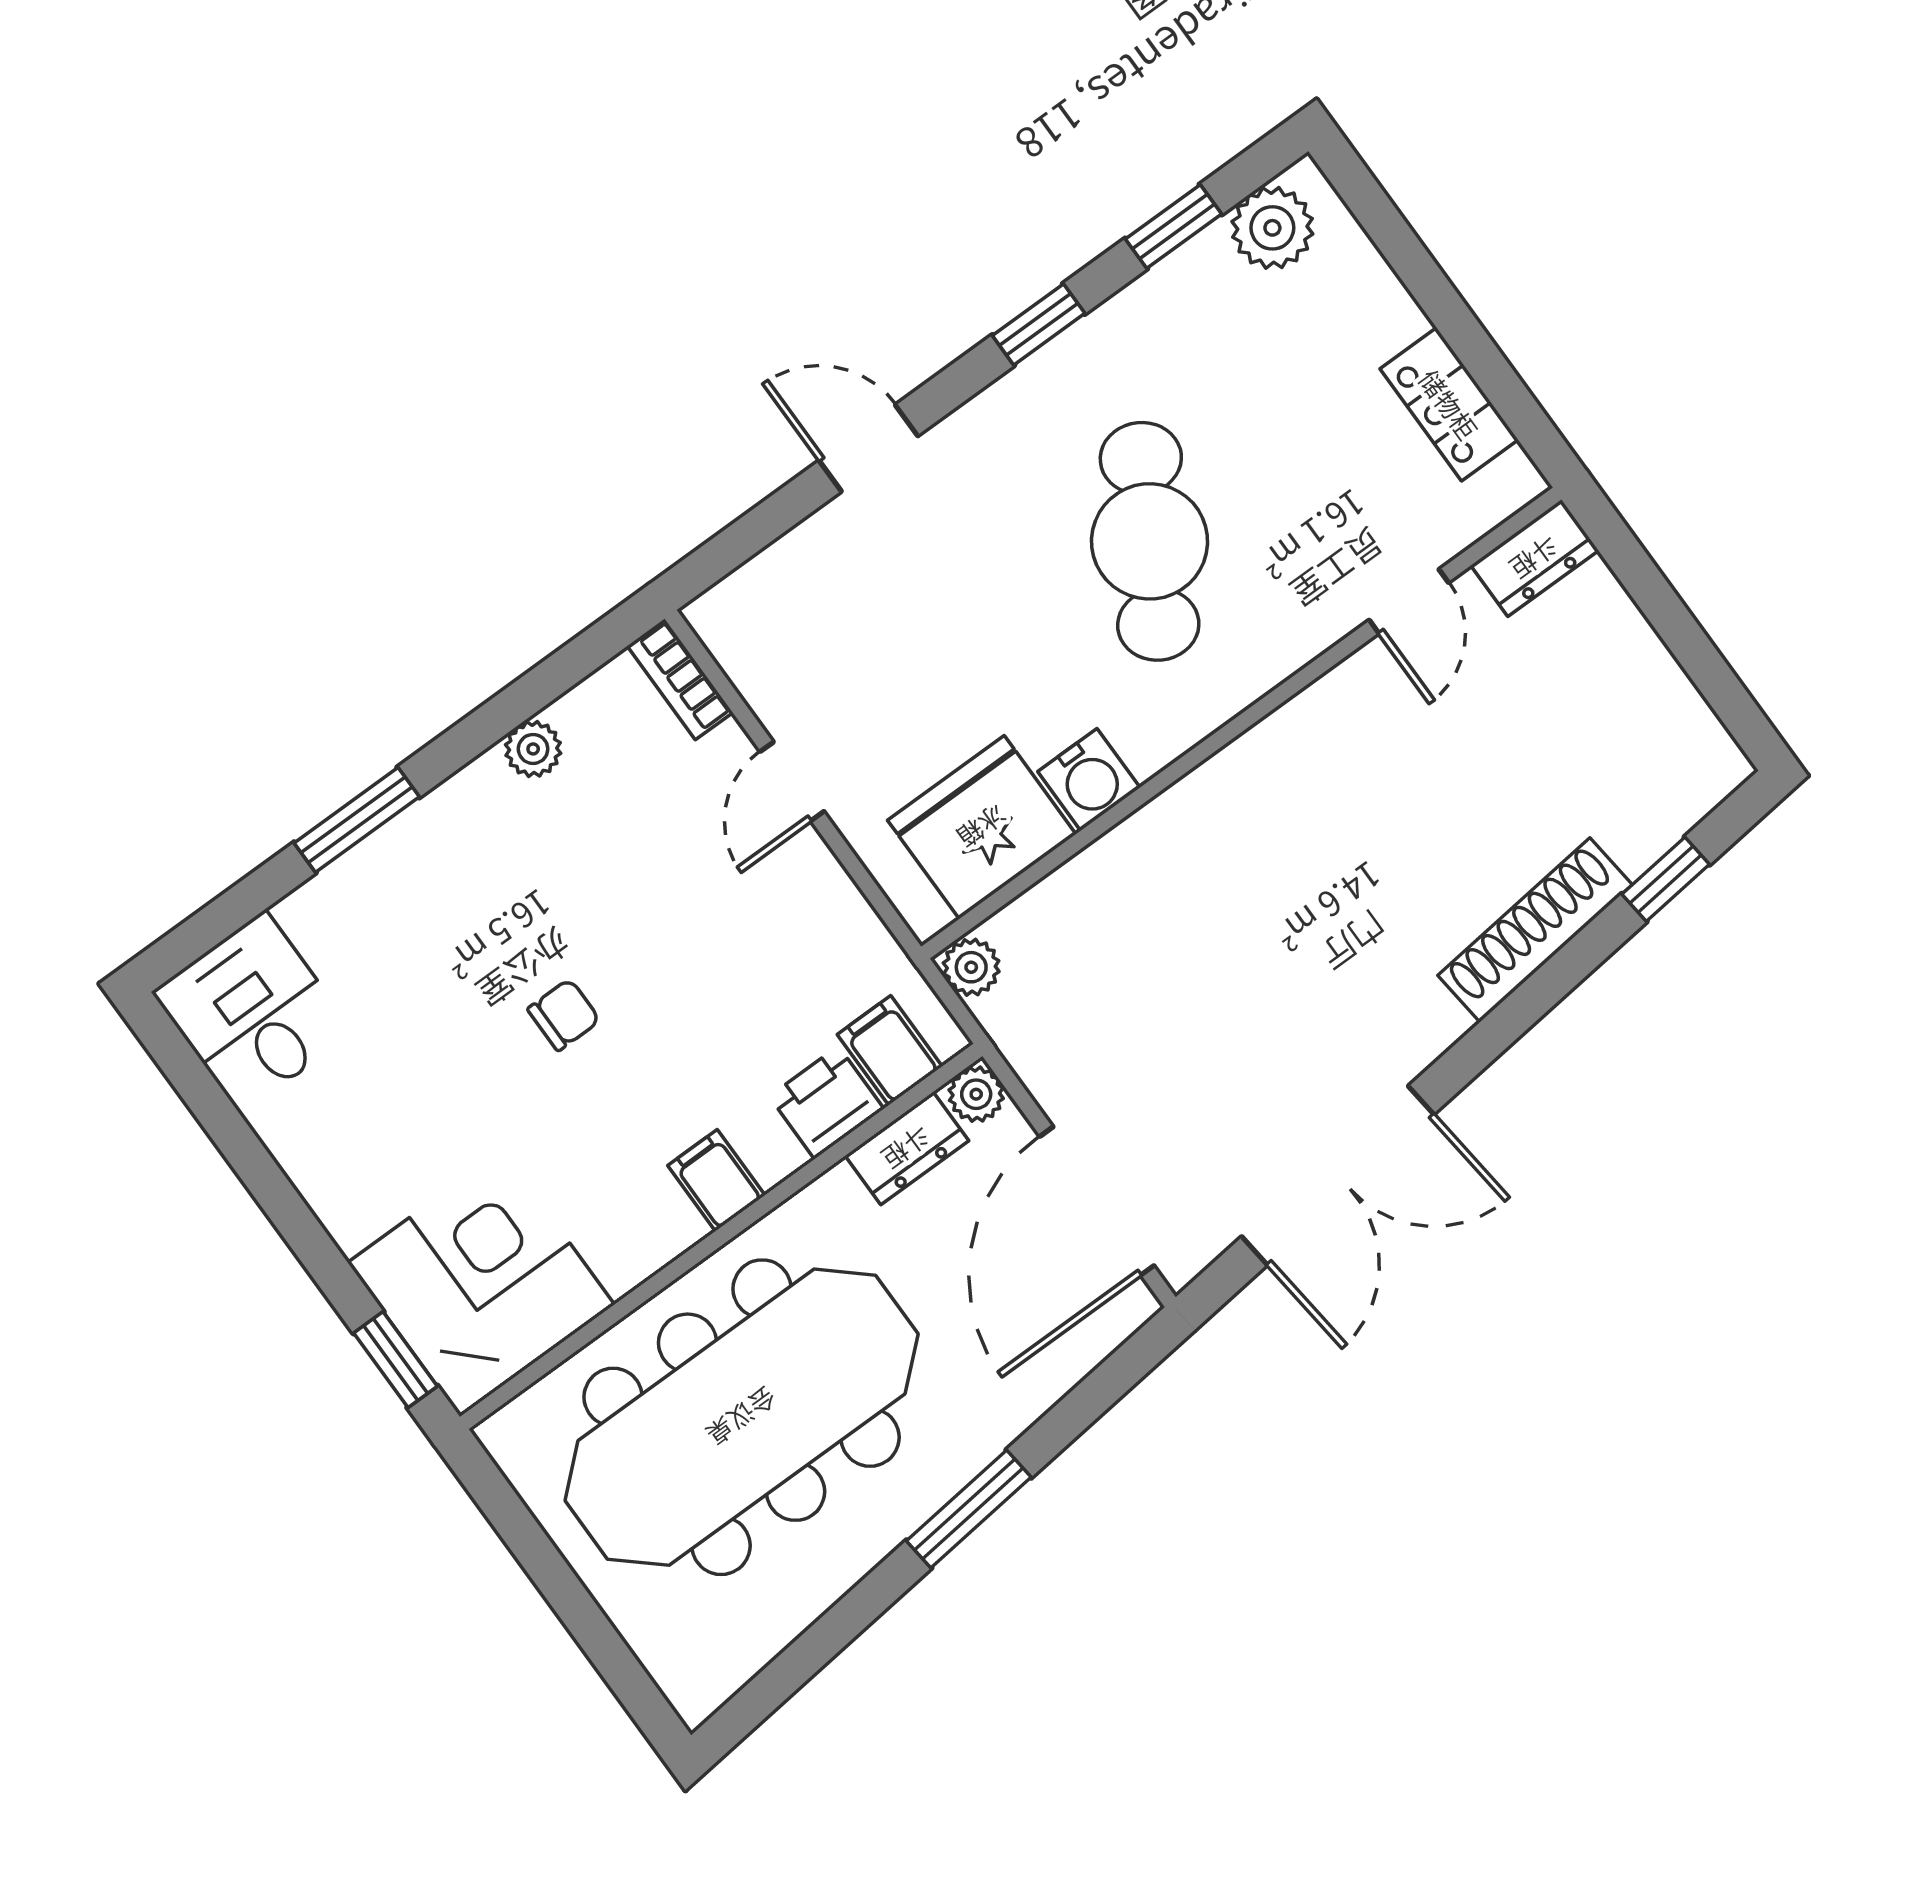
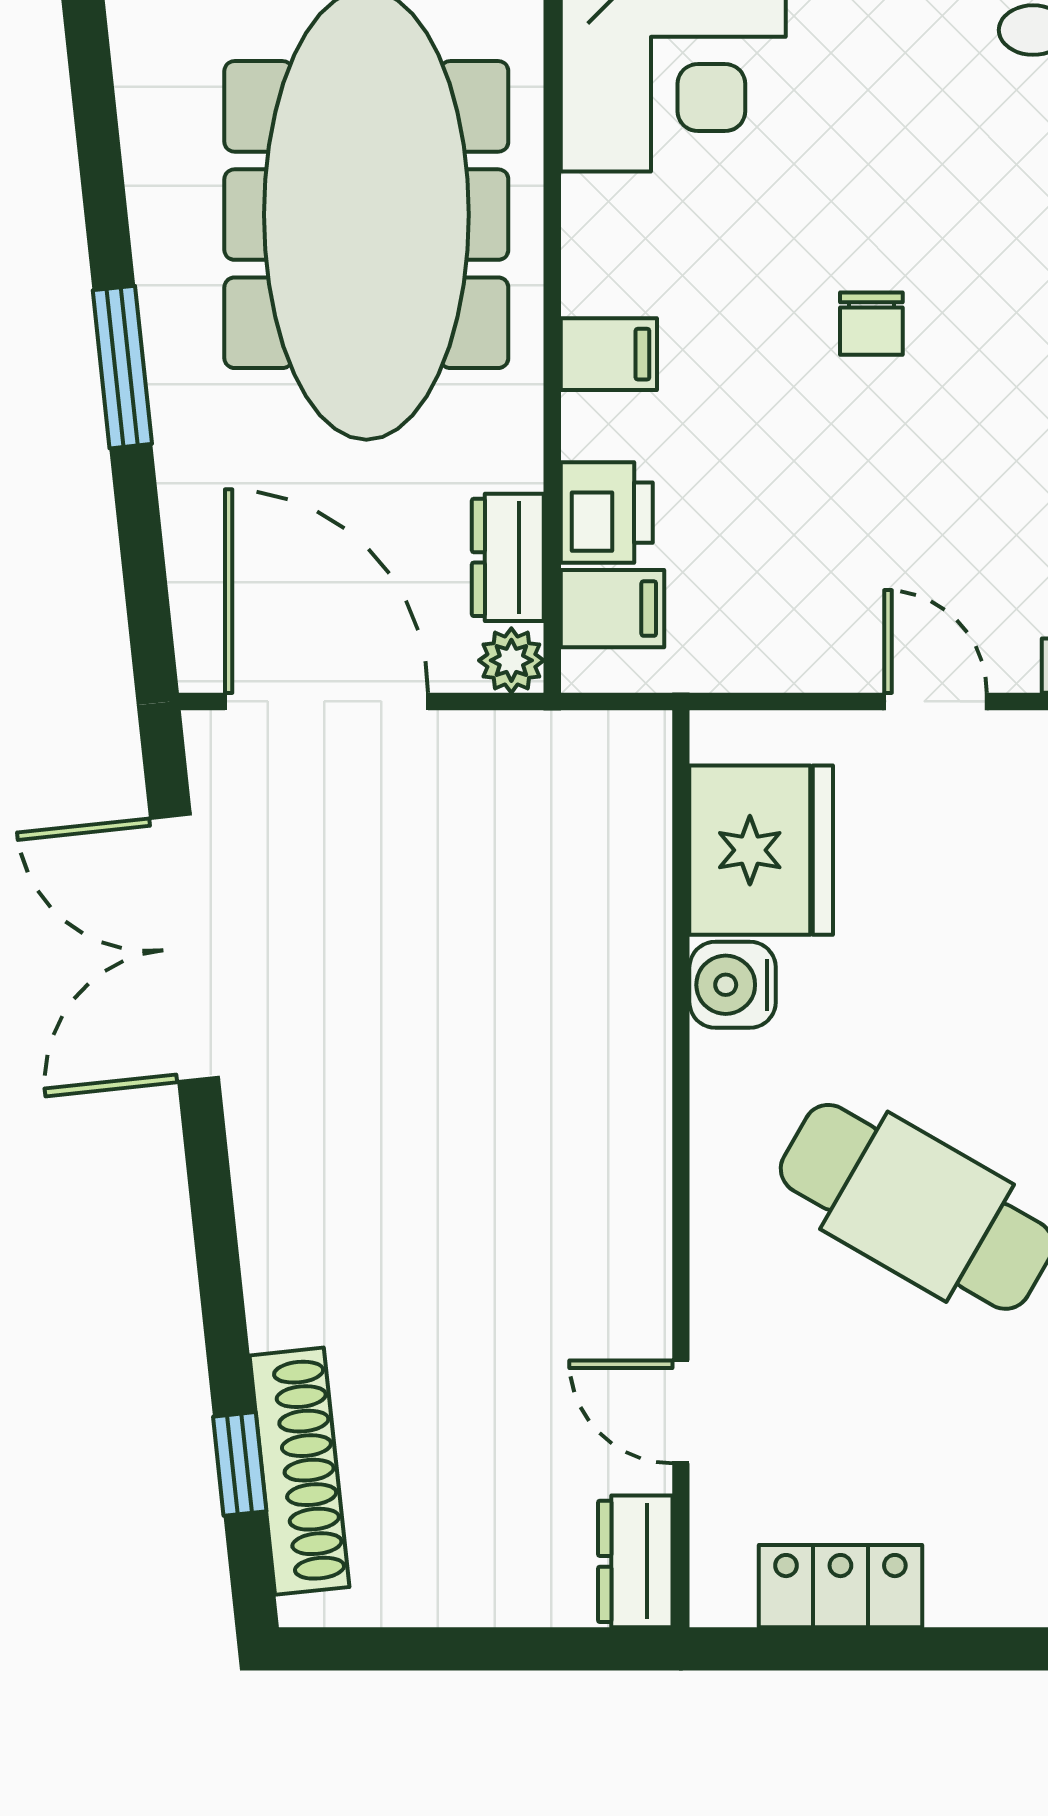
shoe rack: (1535, 930) -> (299, 1471), moved
plant: (971, 967) -> (635, 743), removed

